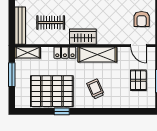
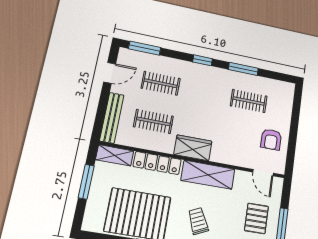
locker: (65, 53) -> (157, 163), width x1.53

